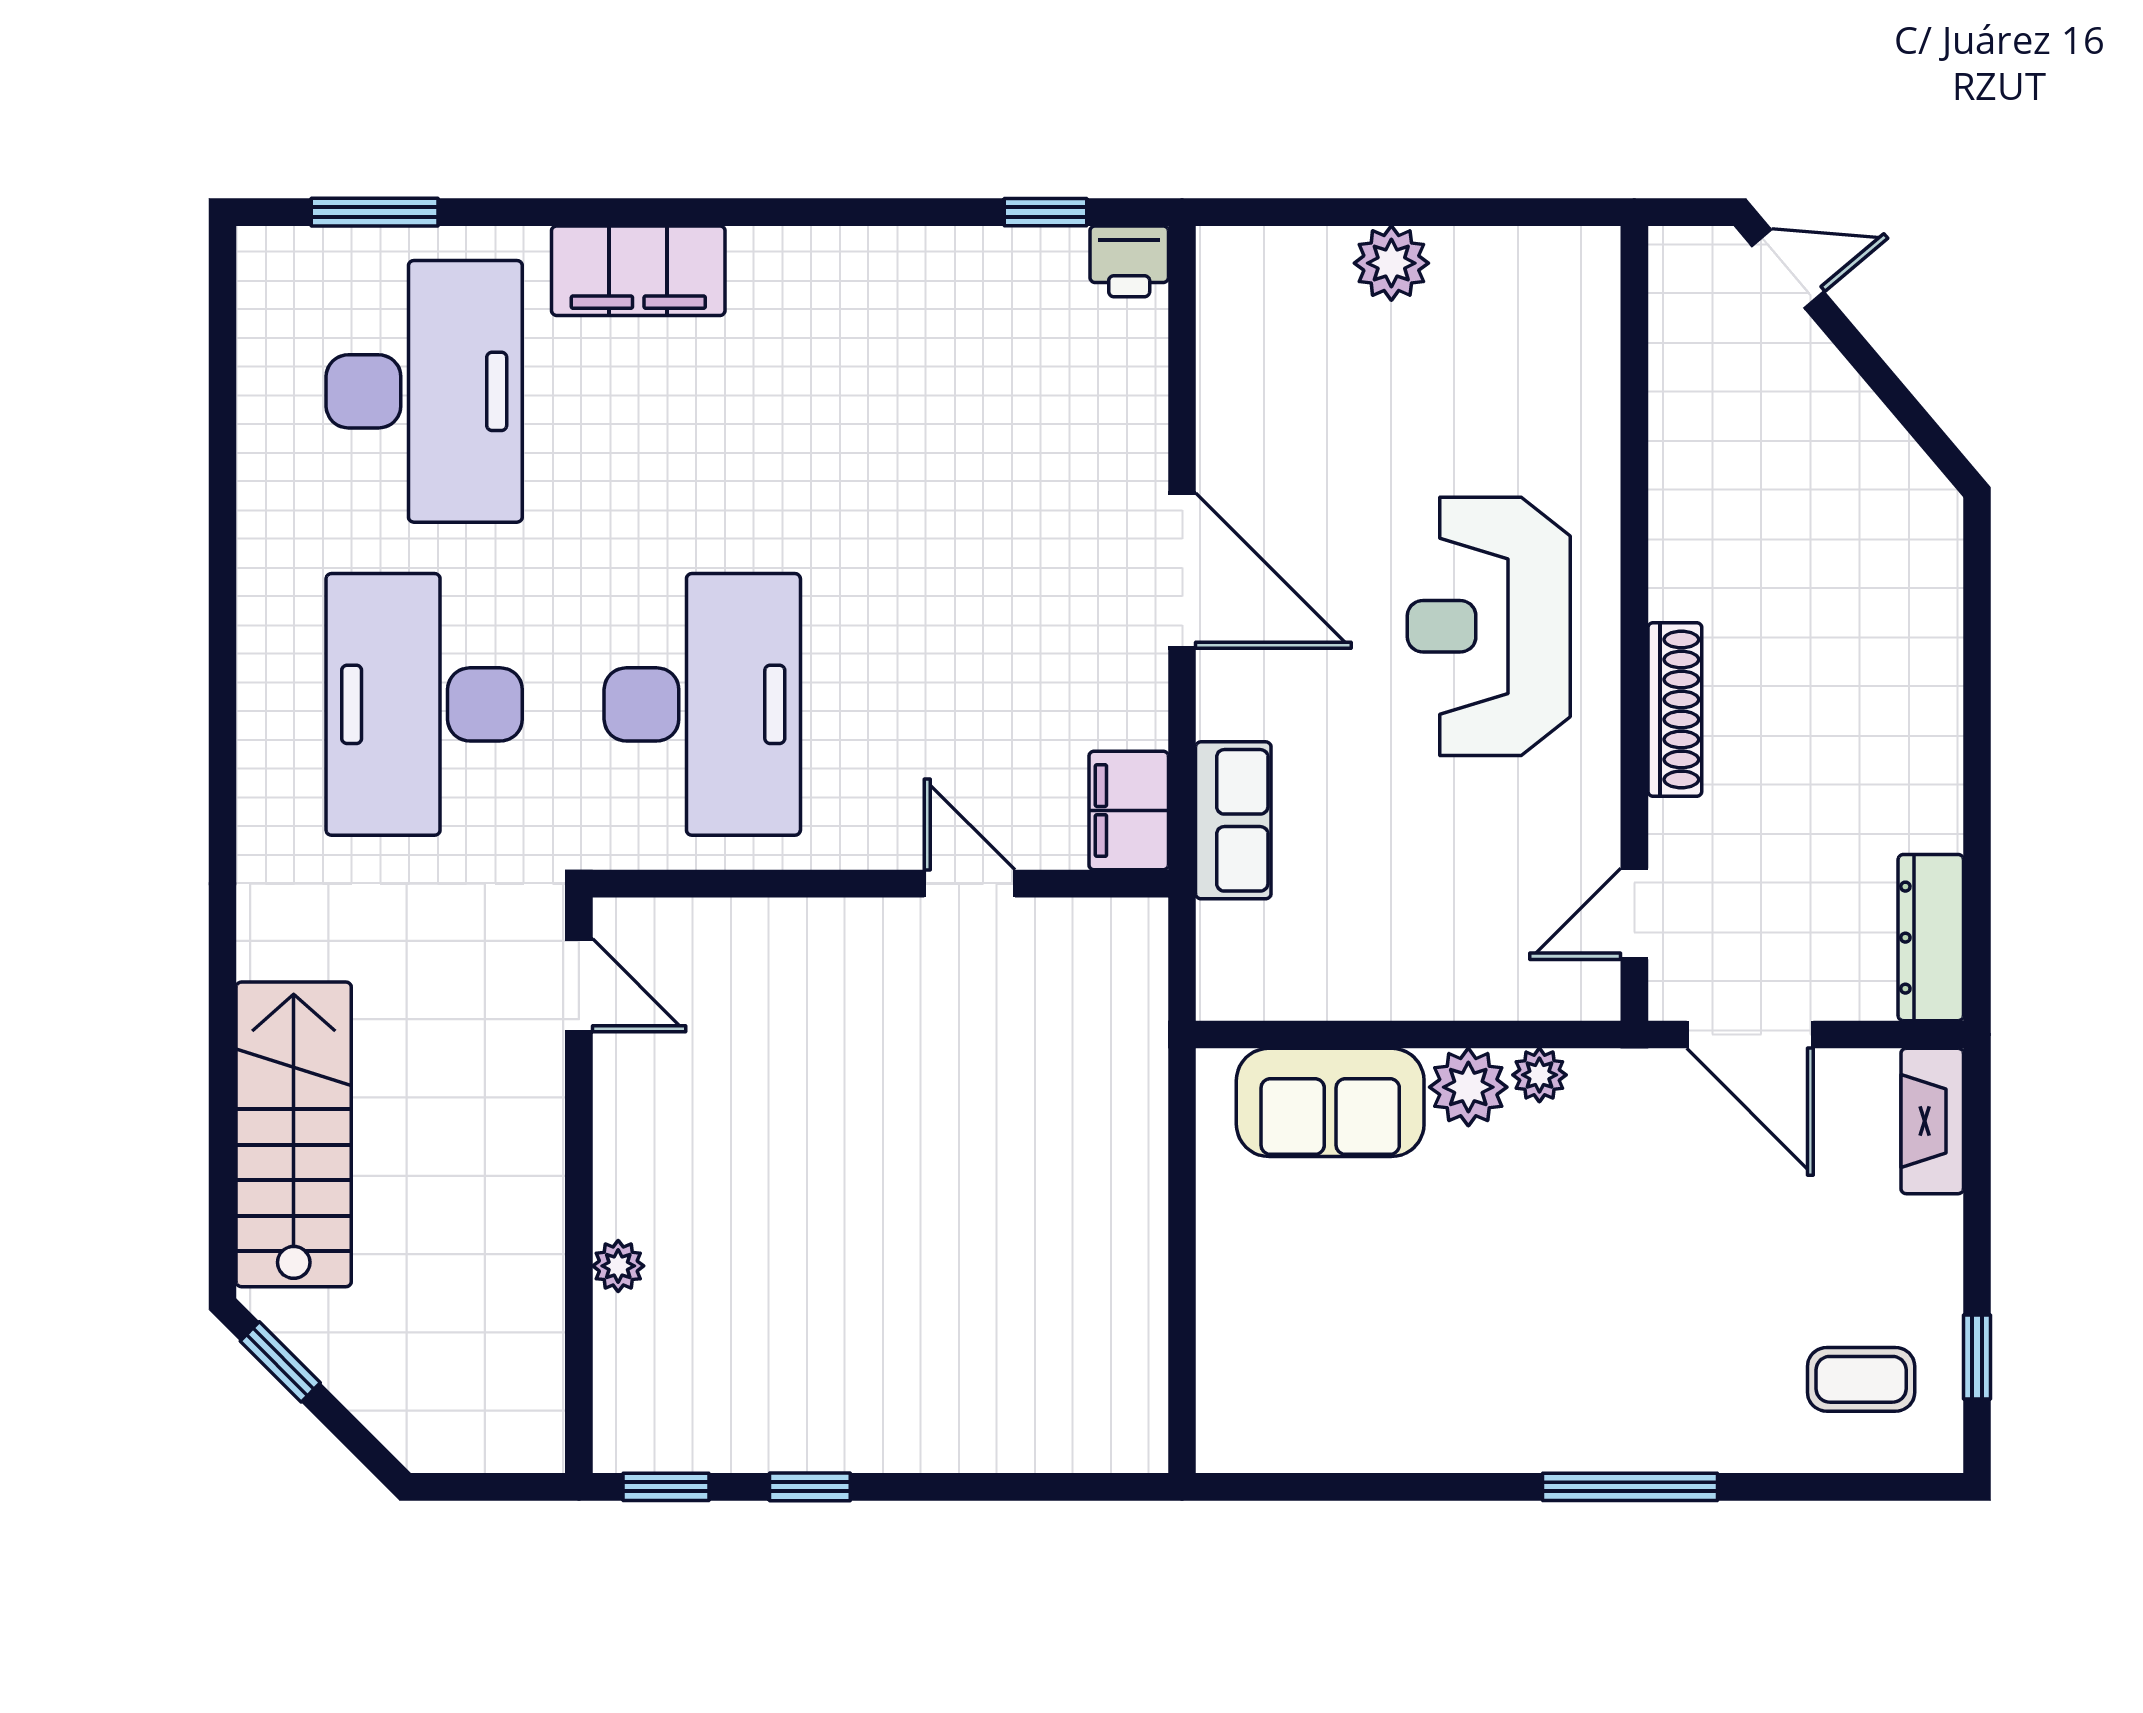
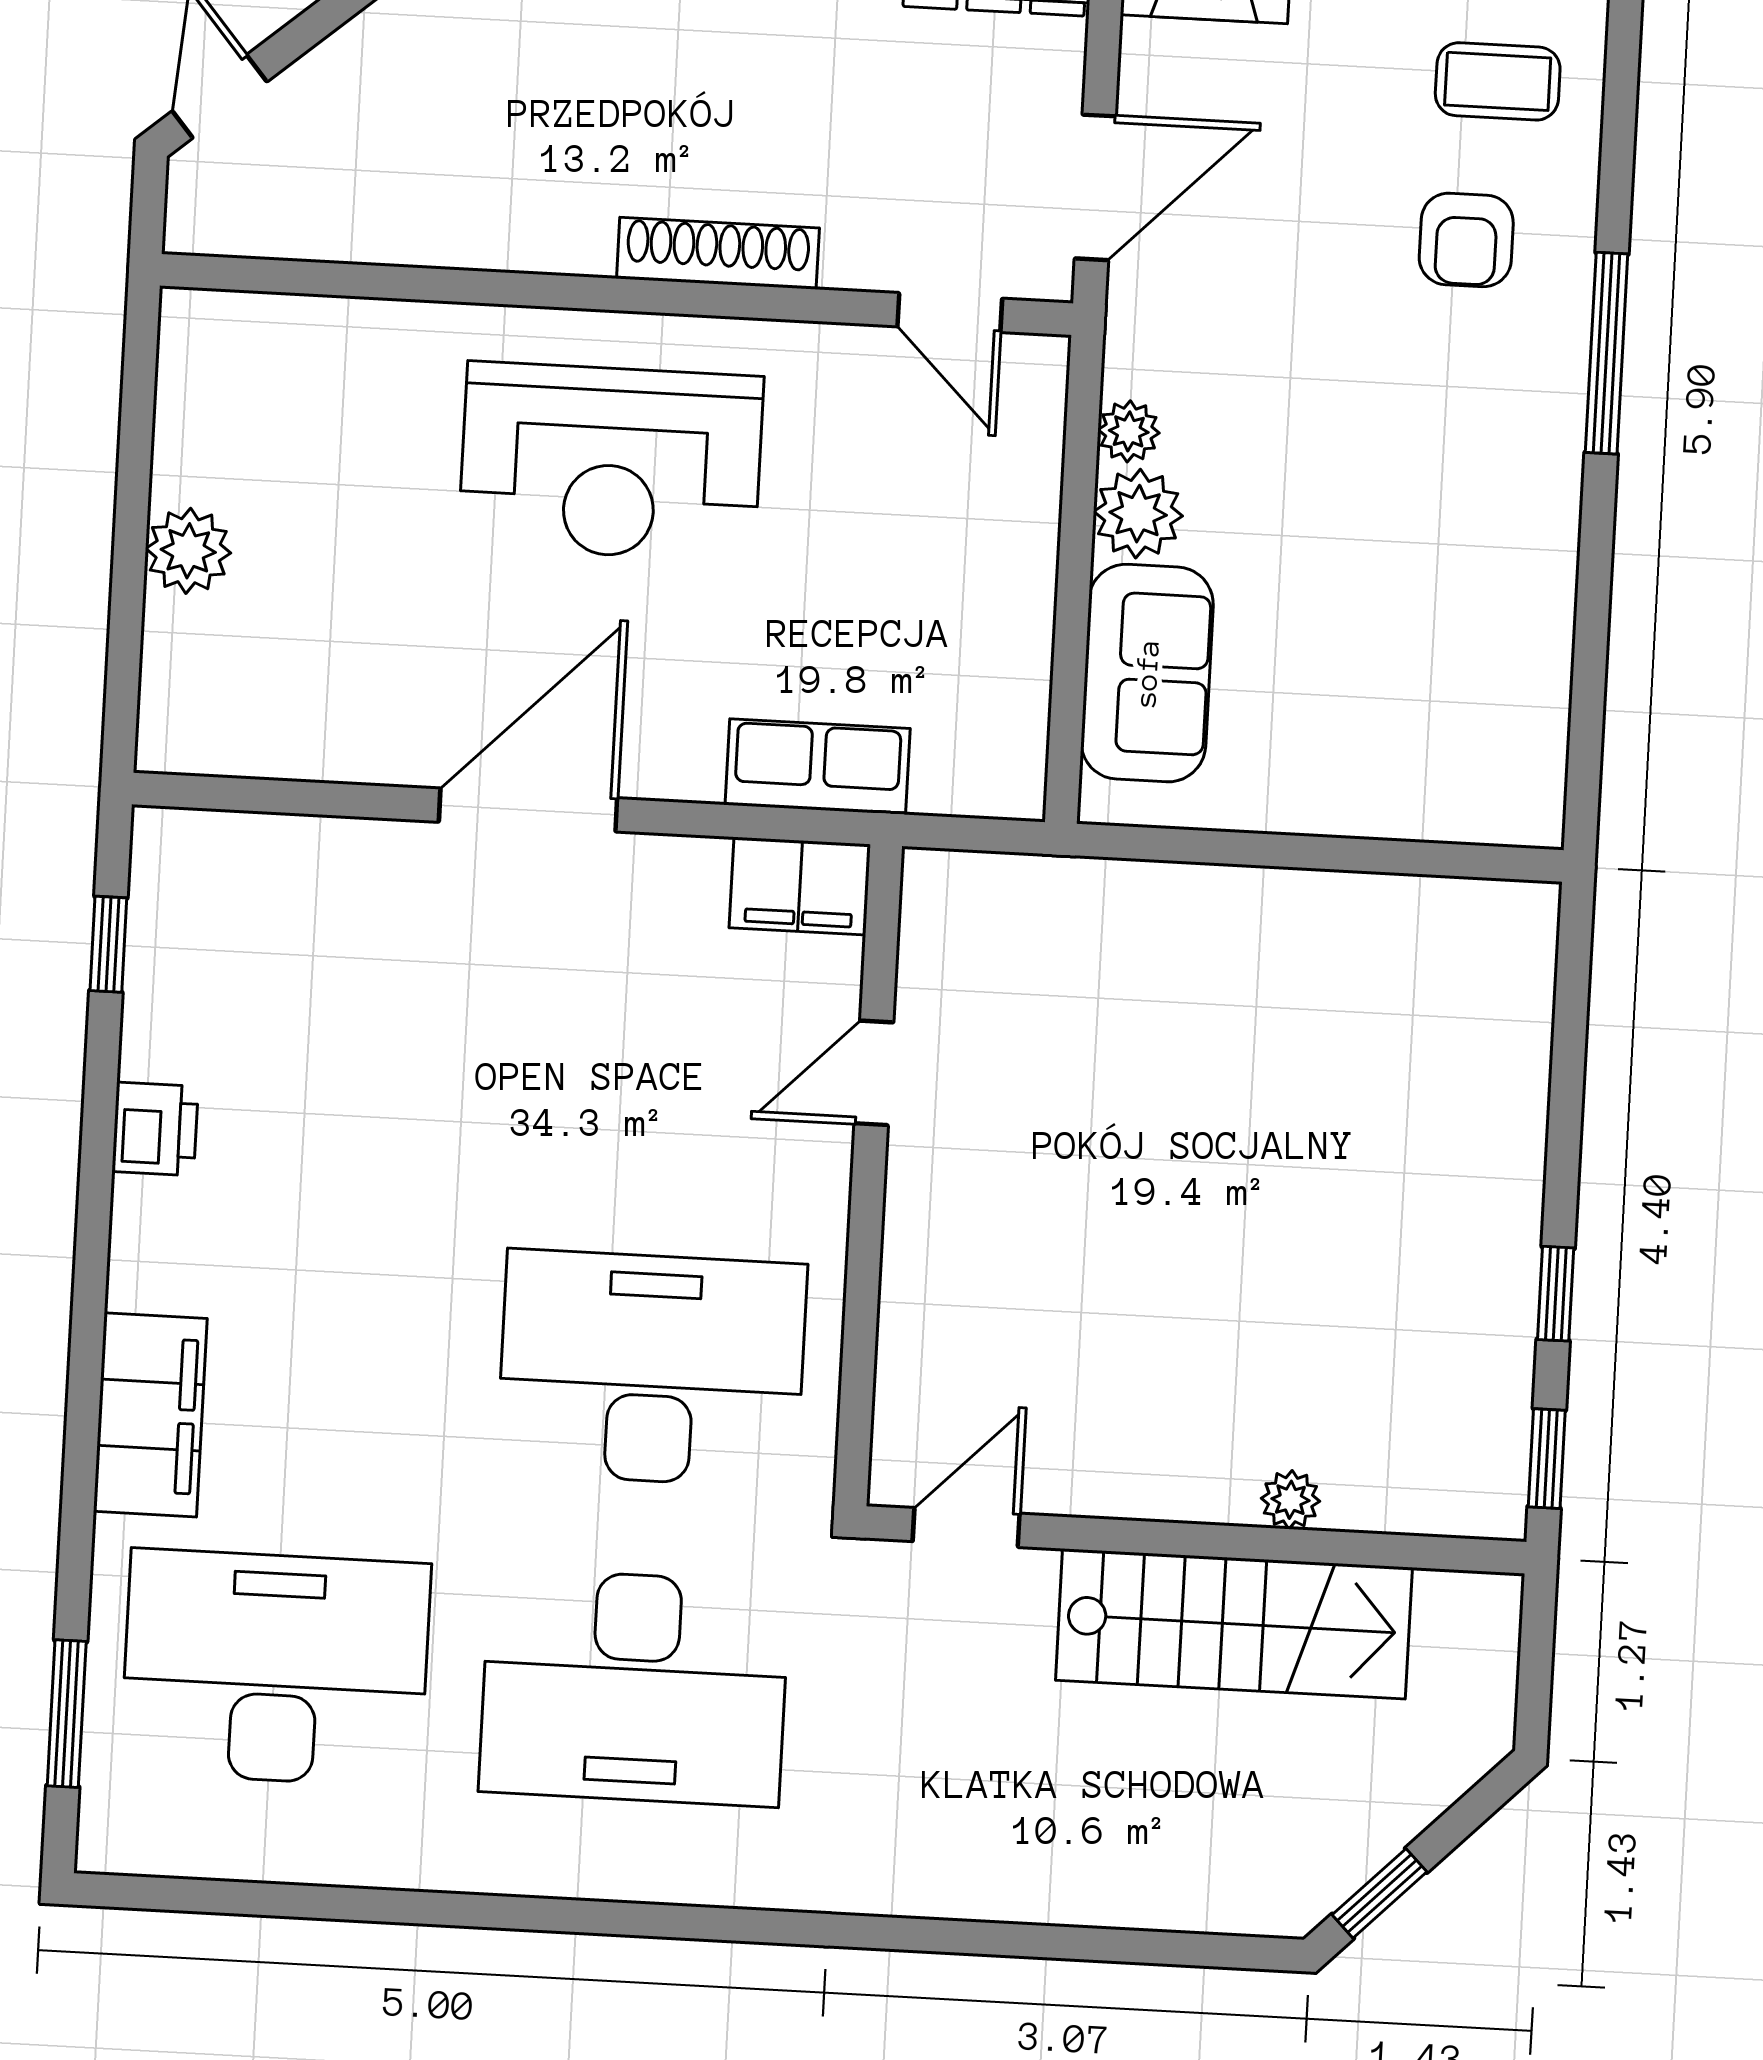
printer: (1129, 261) -> (155, 1129), moved
stairs: (294, 1134) -> (1234, 1624), moved, turned 180
armchair: (1722, 1359) -> (1466, 240), added
coffee table: (1861, 1379) -> (1498, 81), turned 90

